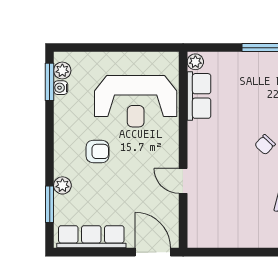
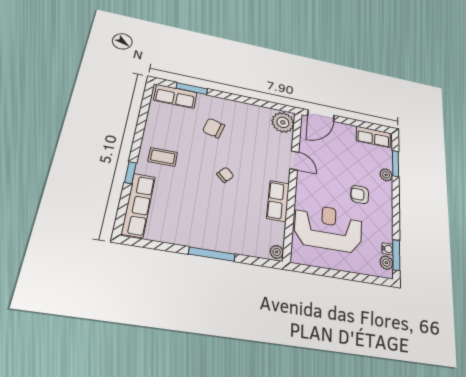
row of seats: (199, 96) -> (278, 201), moved
plant: (202, 231) -> (283, 122), added
row of seats: (91, 237) -> (373, 137), width x0.68
door: (153, 252) -> (321, 116), hinge flipped

